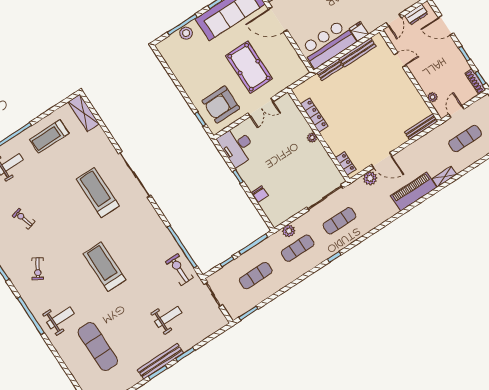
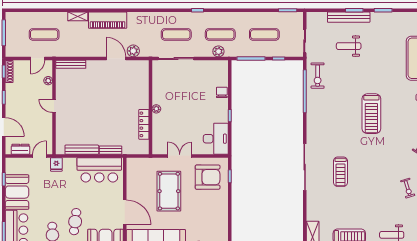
fridge: (359, 31) -> (56, 164), moved
door: (400, 60) -> (54, 106), moved
locker: (346, 163) -> (144, 74), removed
treadmill: (98, 192) -> (341, 172), width x0.73, depth x0.73
bench: (160, 361) -> (349, 17), moved

